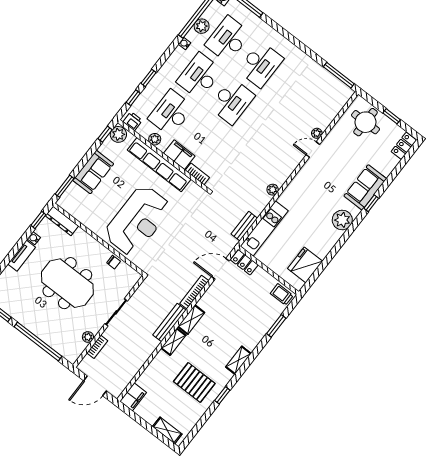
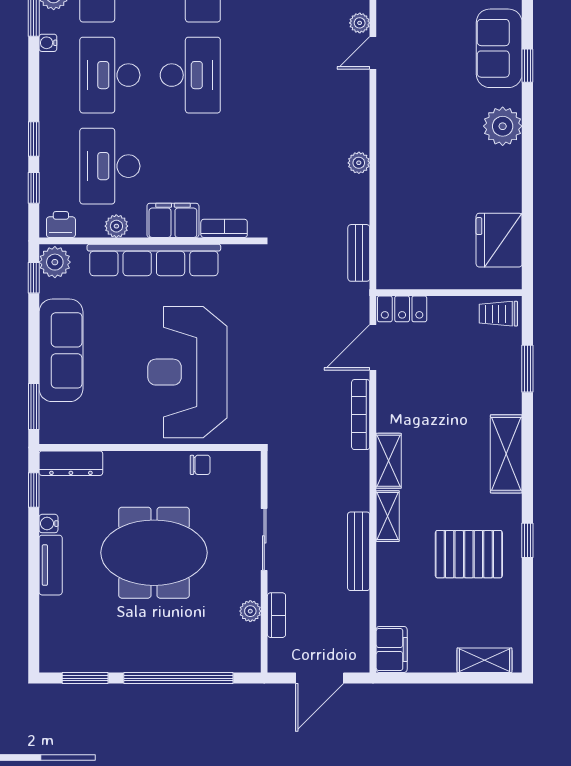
sofa: (93, 172) -> (61, 350), width x1.36
reception desk: (138, 221) -> (187, 372), turned 180
kitchen unit: (264, 228) -> (392, 233), removed
bench: (169, 323) -> (359, 551), moved
shelving: (238, 360) -> (506, 454), width x1.50, depth x1.33

